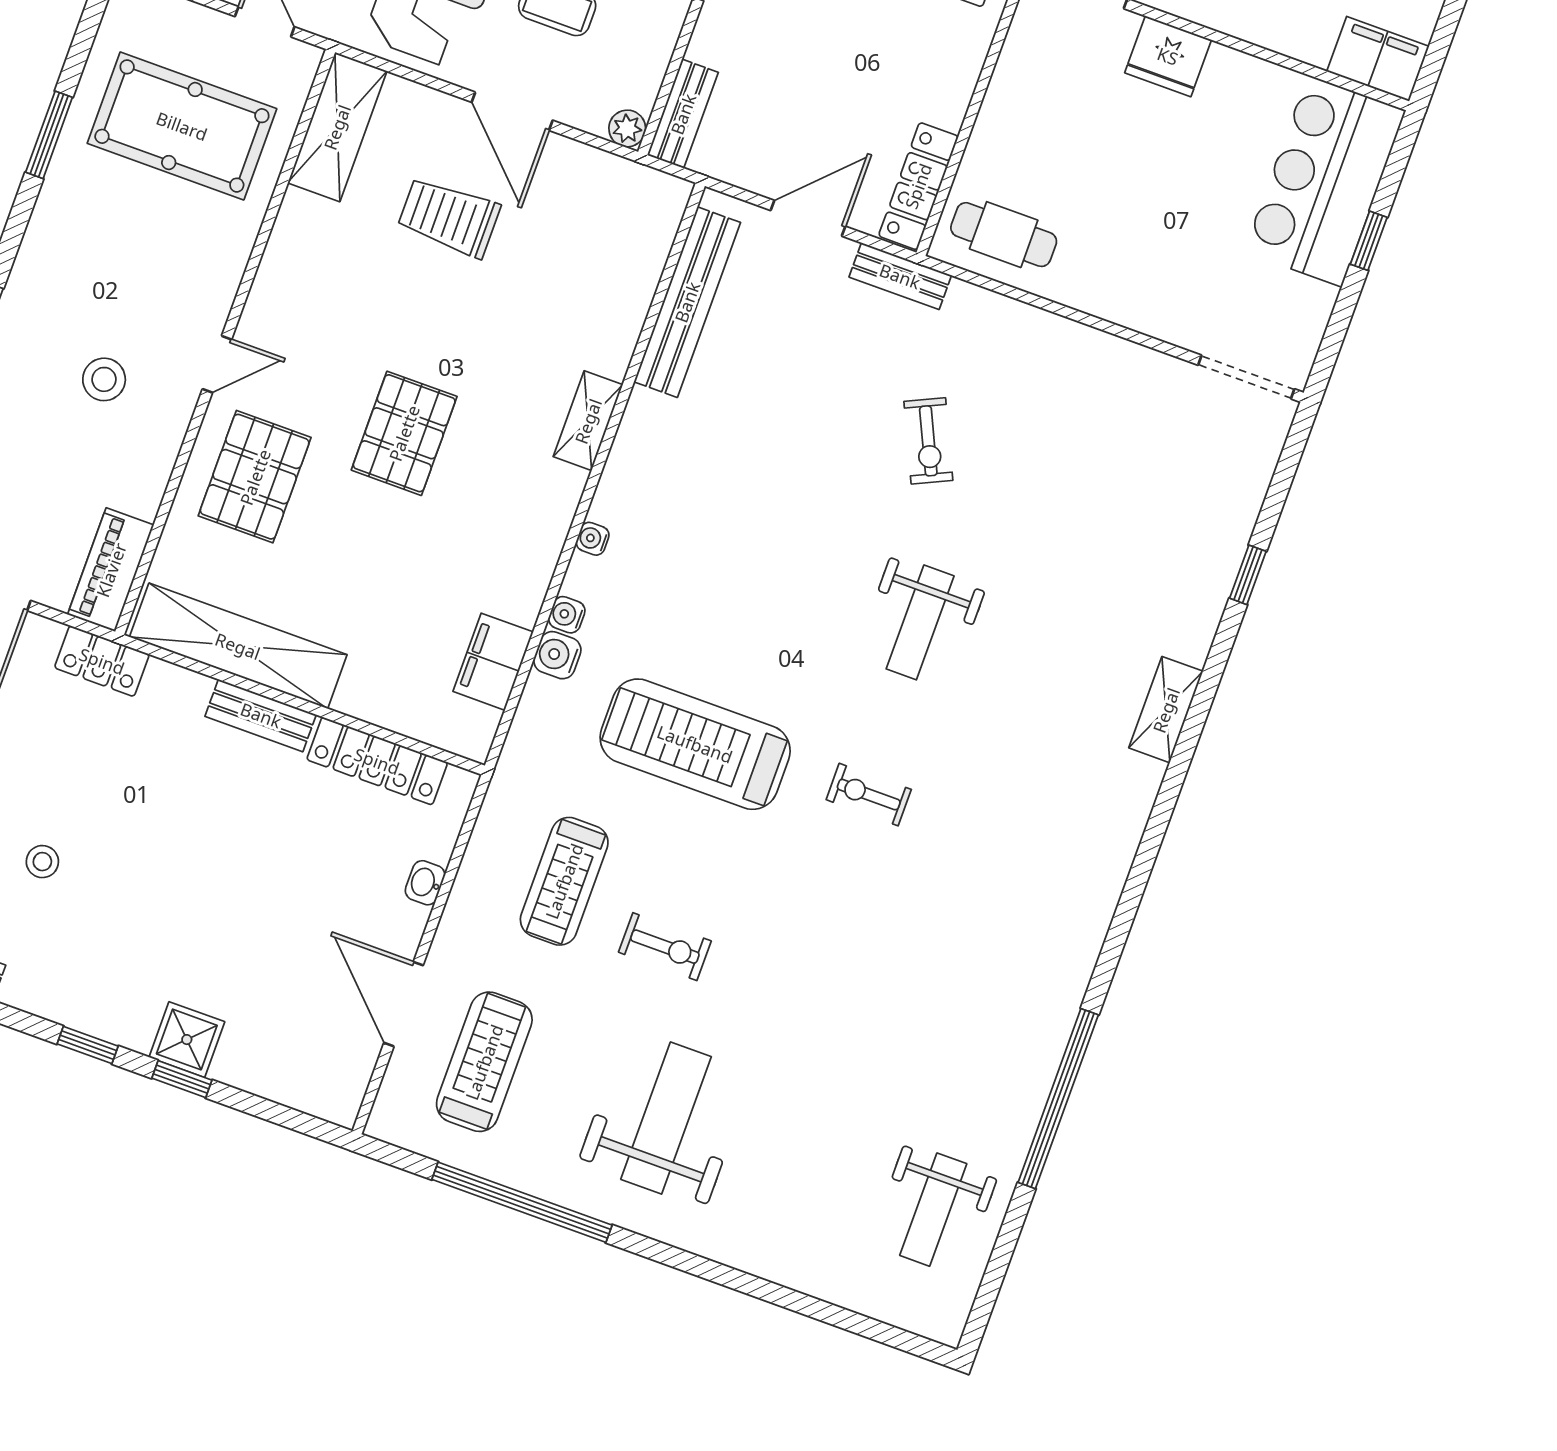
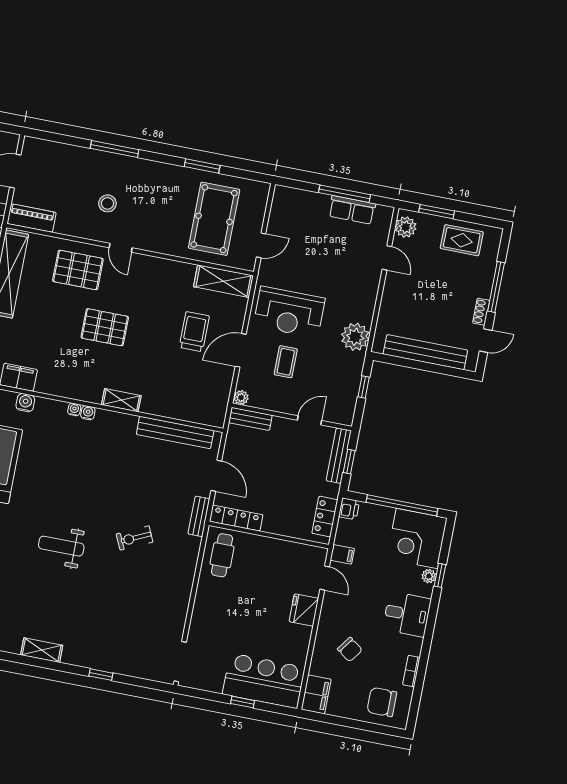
water cooler: (567, 615) -> (88, 413), moved

